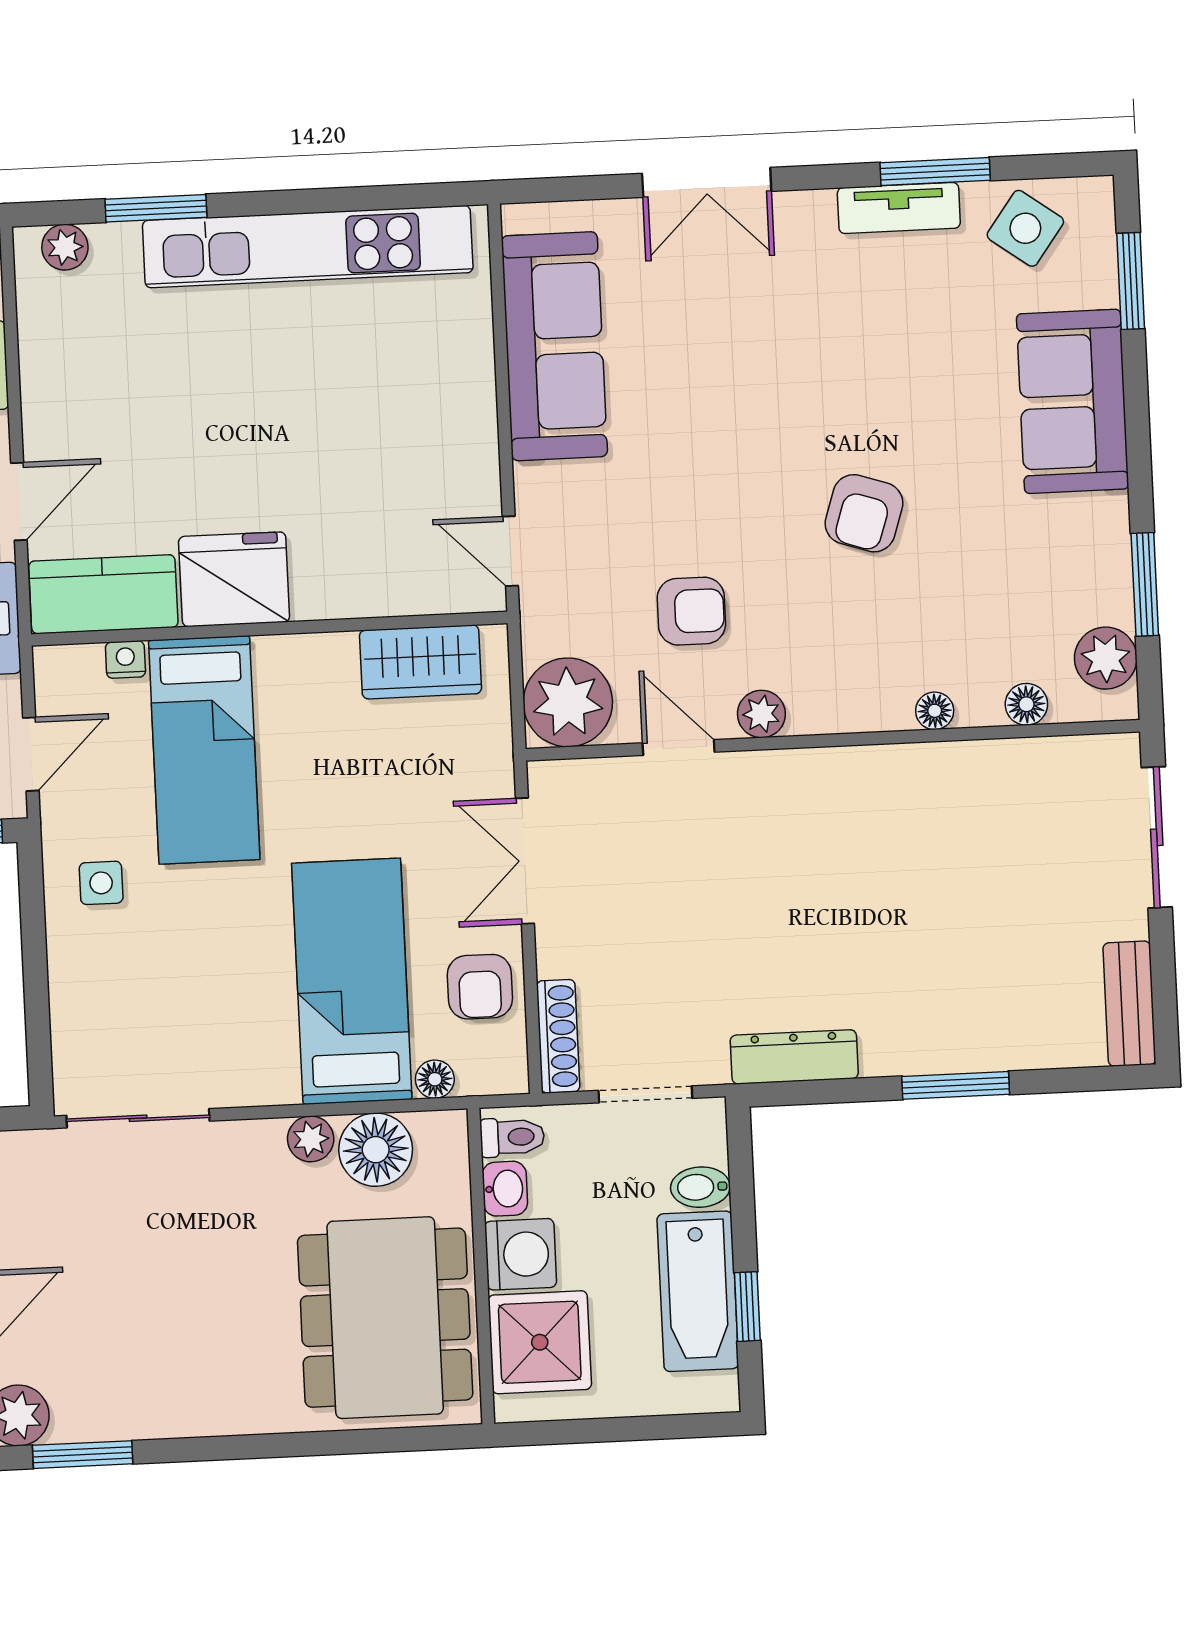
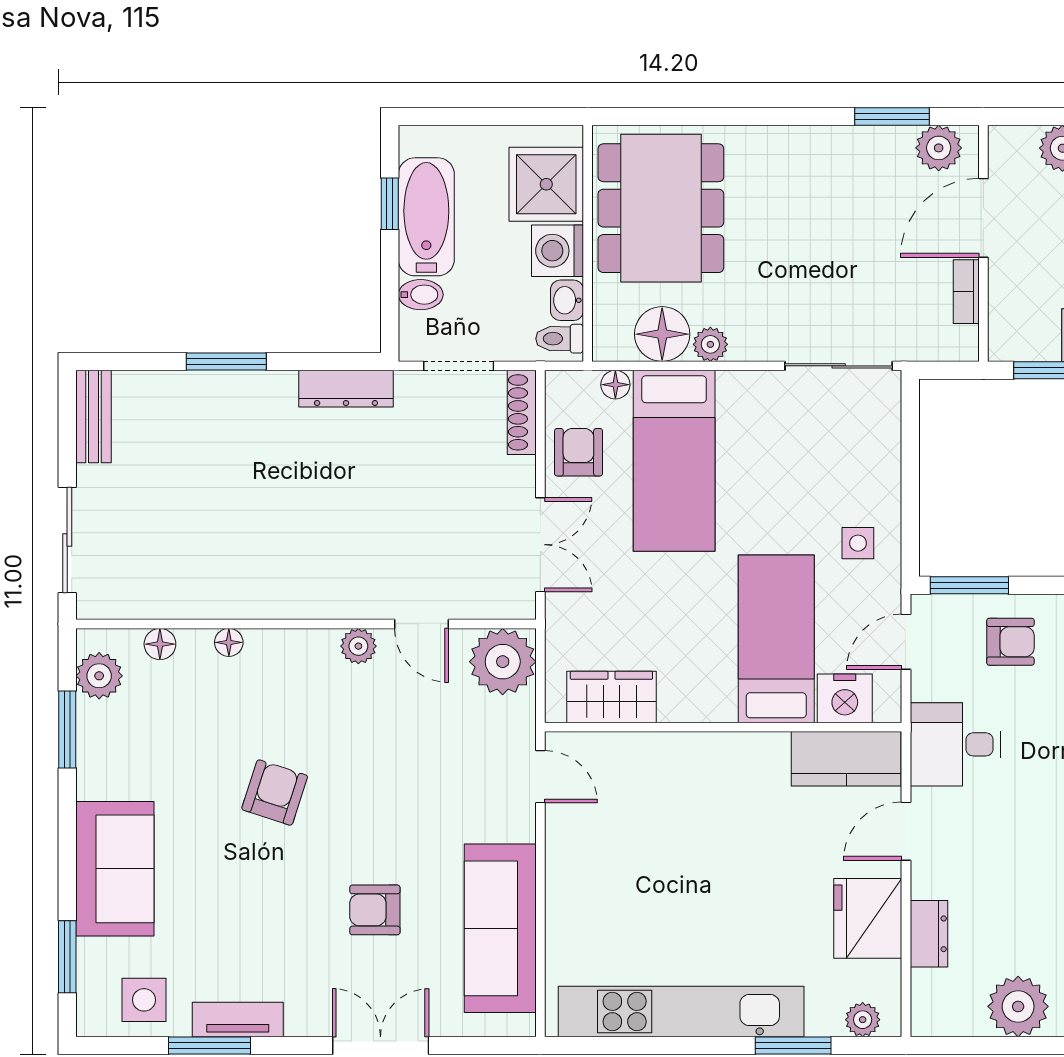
side table: (1025, 228) -> (144, 1000), turned -36
fridge: (234, 579) -> (868, 918), moved, turned 90
armchair: (691, 611) -> (375, 910), moved
nightstand: (125, 660) -> (845, 698), width x1.89, depth x1.79

